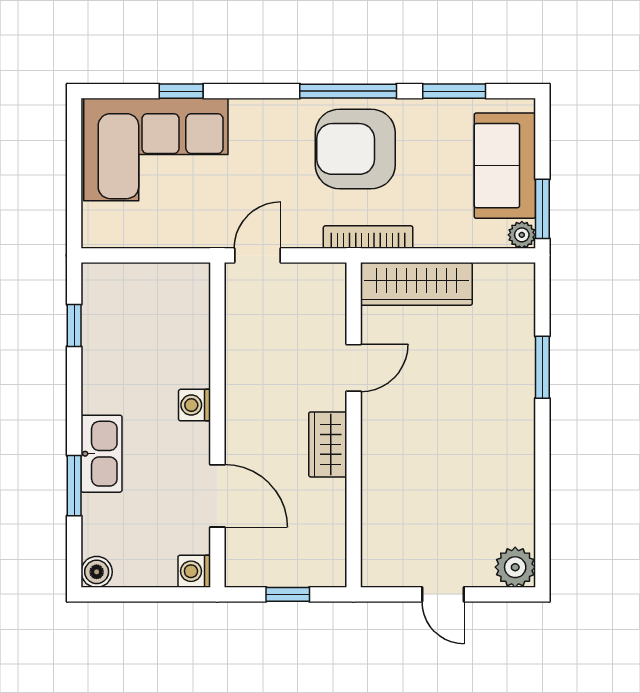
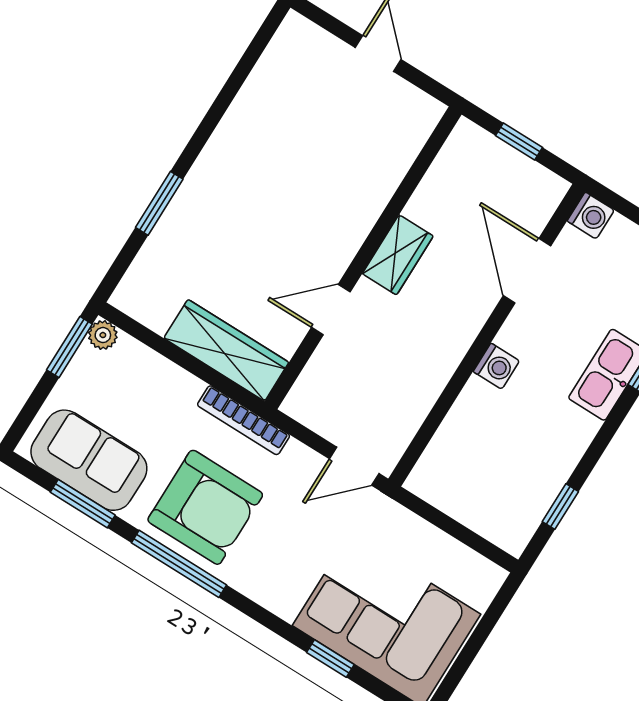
sofa: (505, 166) -> (89, 460), moved, turned -90
plant: (515, 567) -> (297, 37), removed

